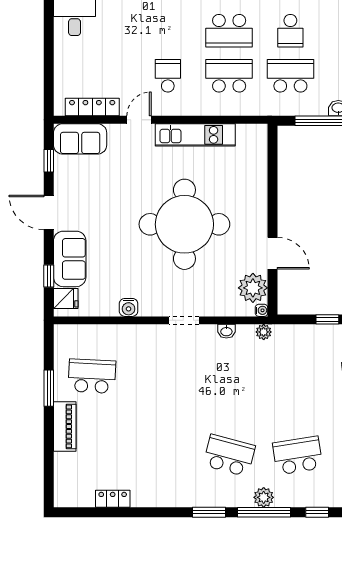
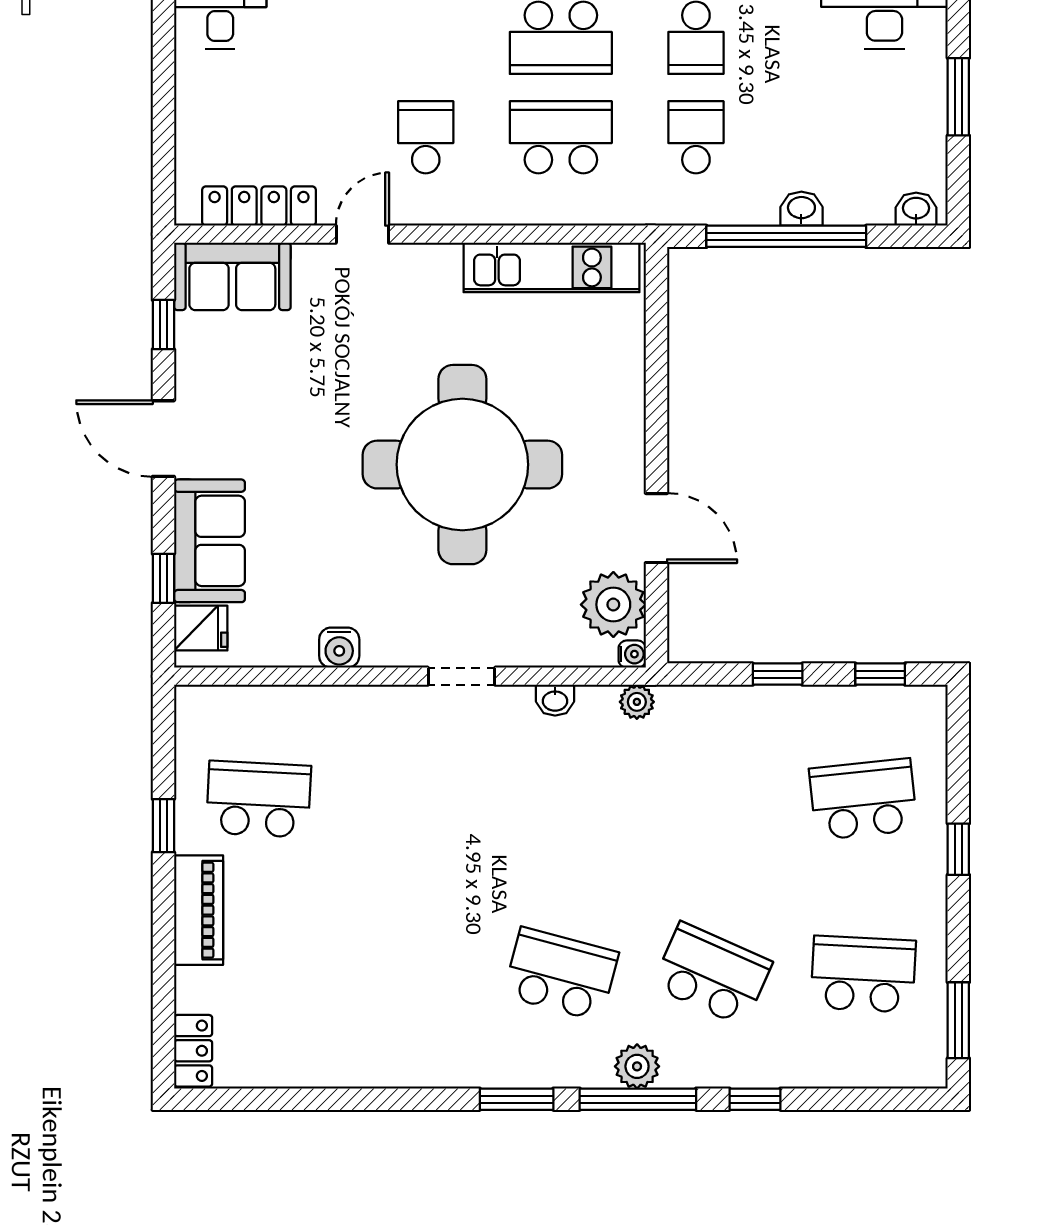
school desk: (290, 76) -> (696, 137), width x0.54
kitchen unit: (195, 135) -> (551, 267), moved
window: (49, 388) -> (163, 826), width x0.67
school desk: (298, 456) -> (712, 974), turned 33
locker: (113, 499) -> (193, 1051), moved, turned 90

